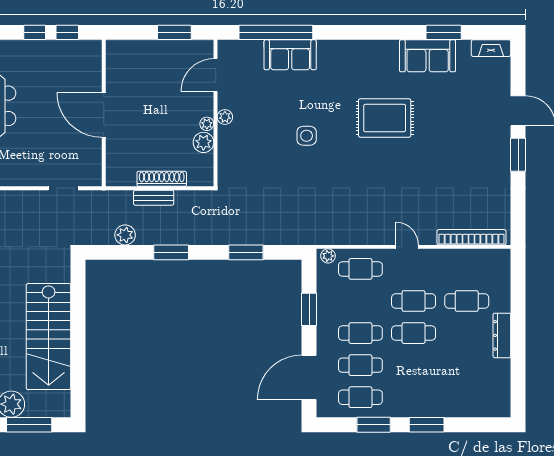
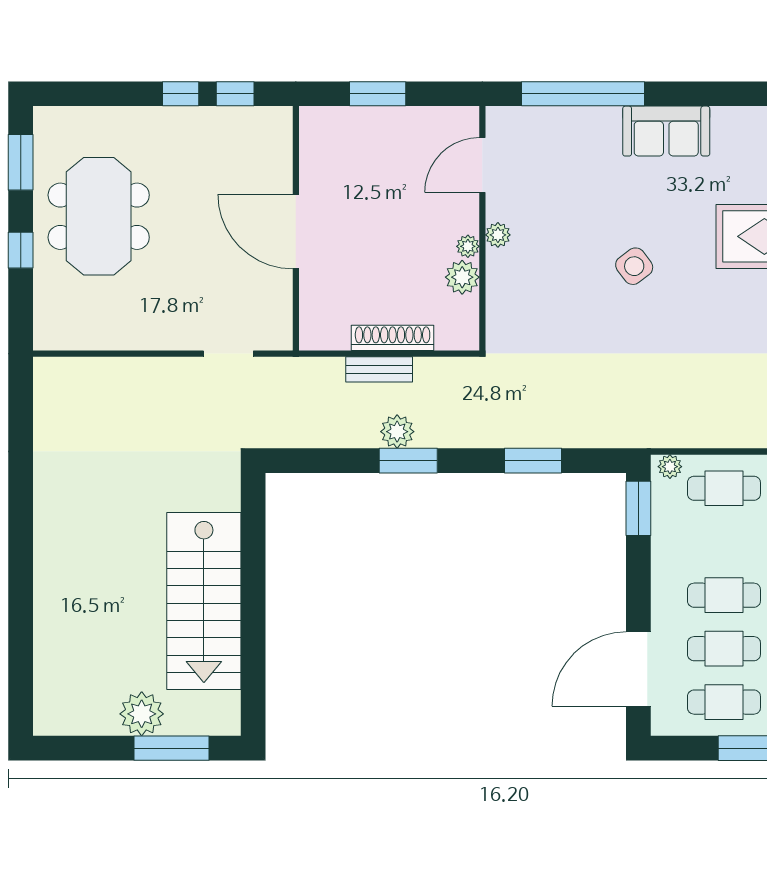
window: (174, 32) -> (378, 94), moved
sofa: (290, 55) -> (666, 131), moved
side table: (307, 136) -> (634, 266), turned -37
plant: (125, 235) -> (397, 432), moved
window: (309, 309) -> (638, 508), moved

